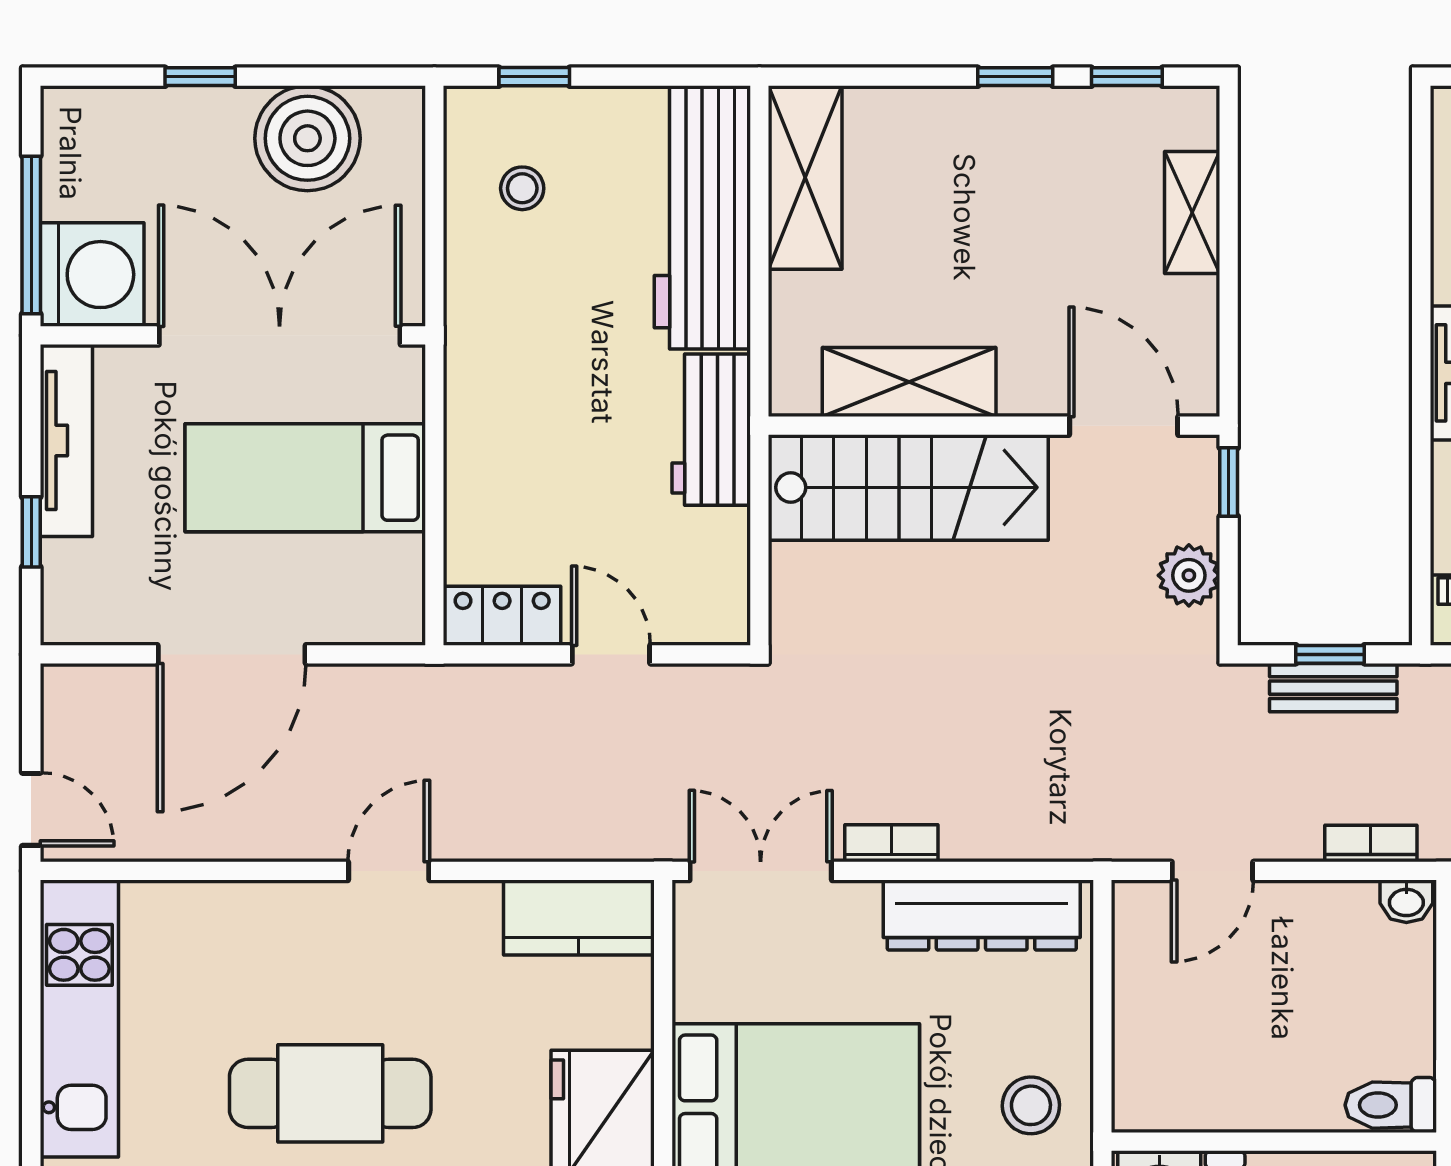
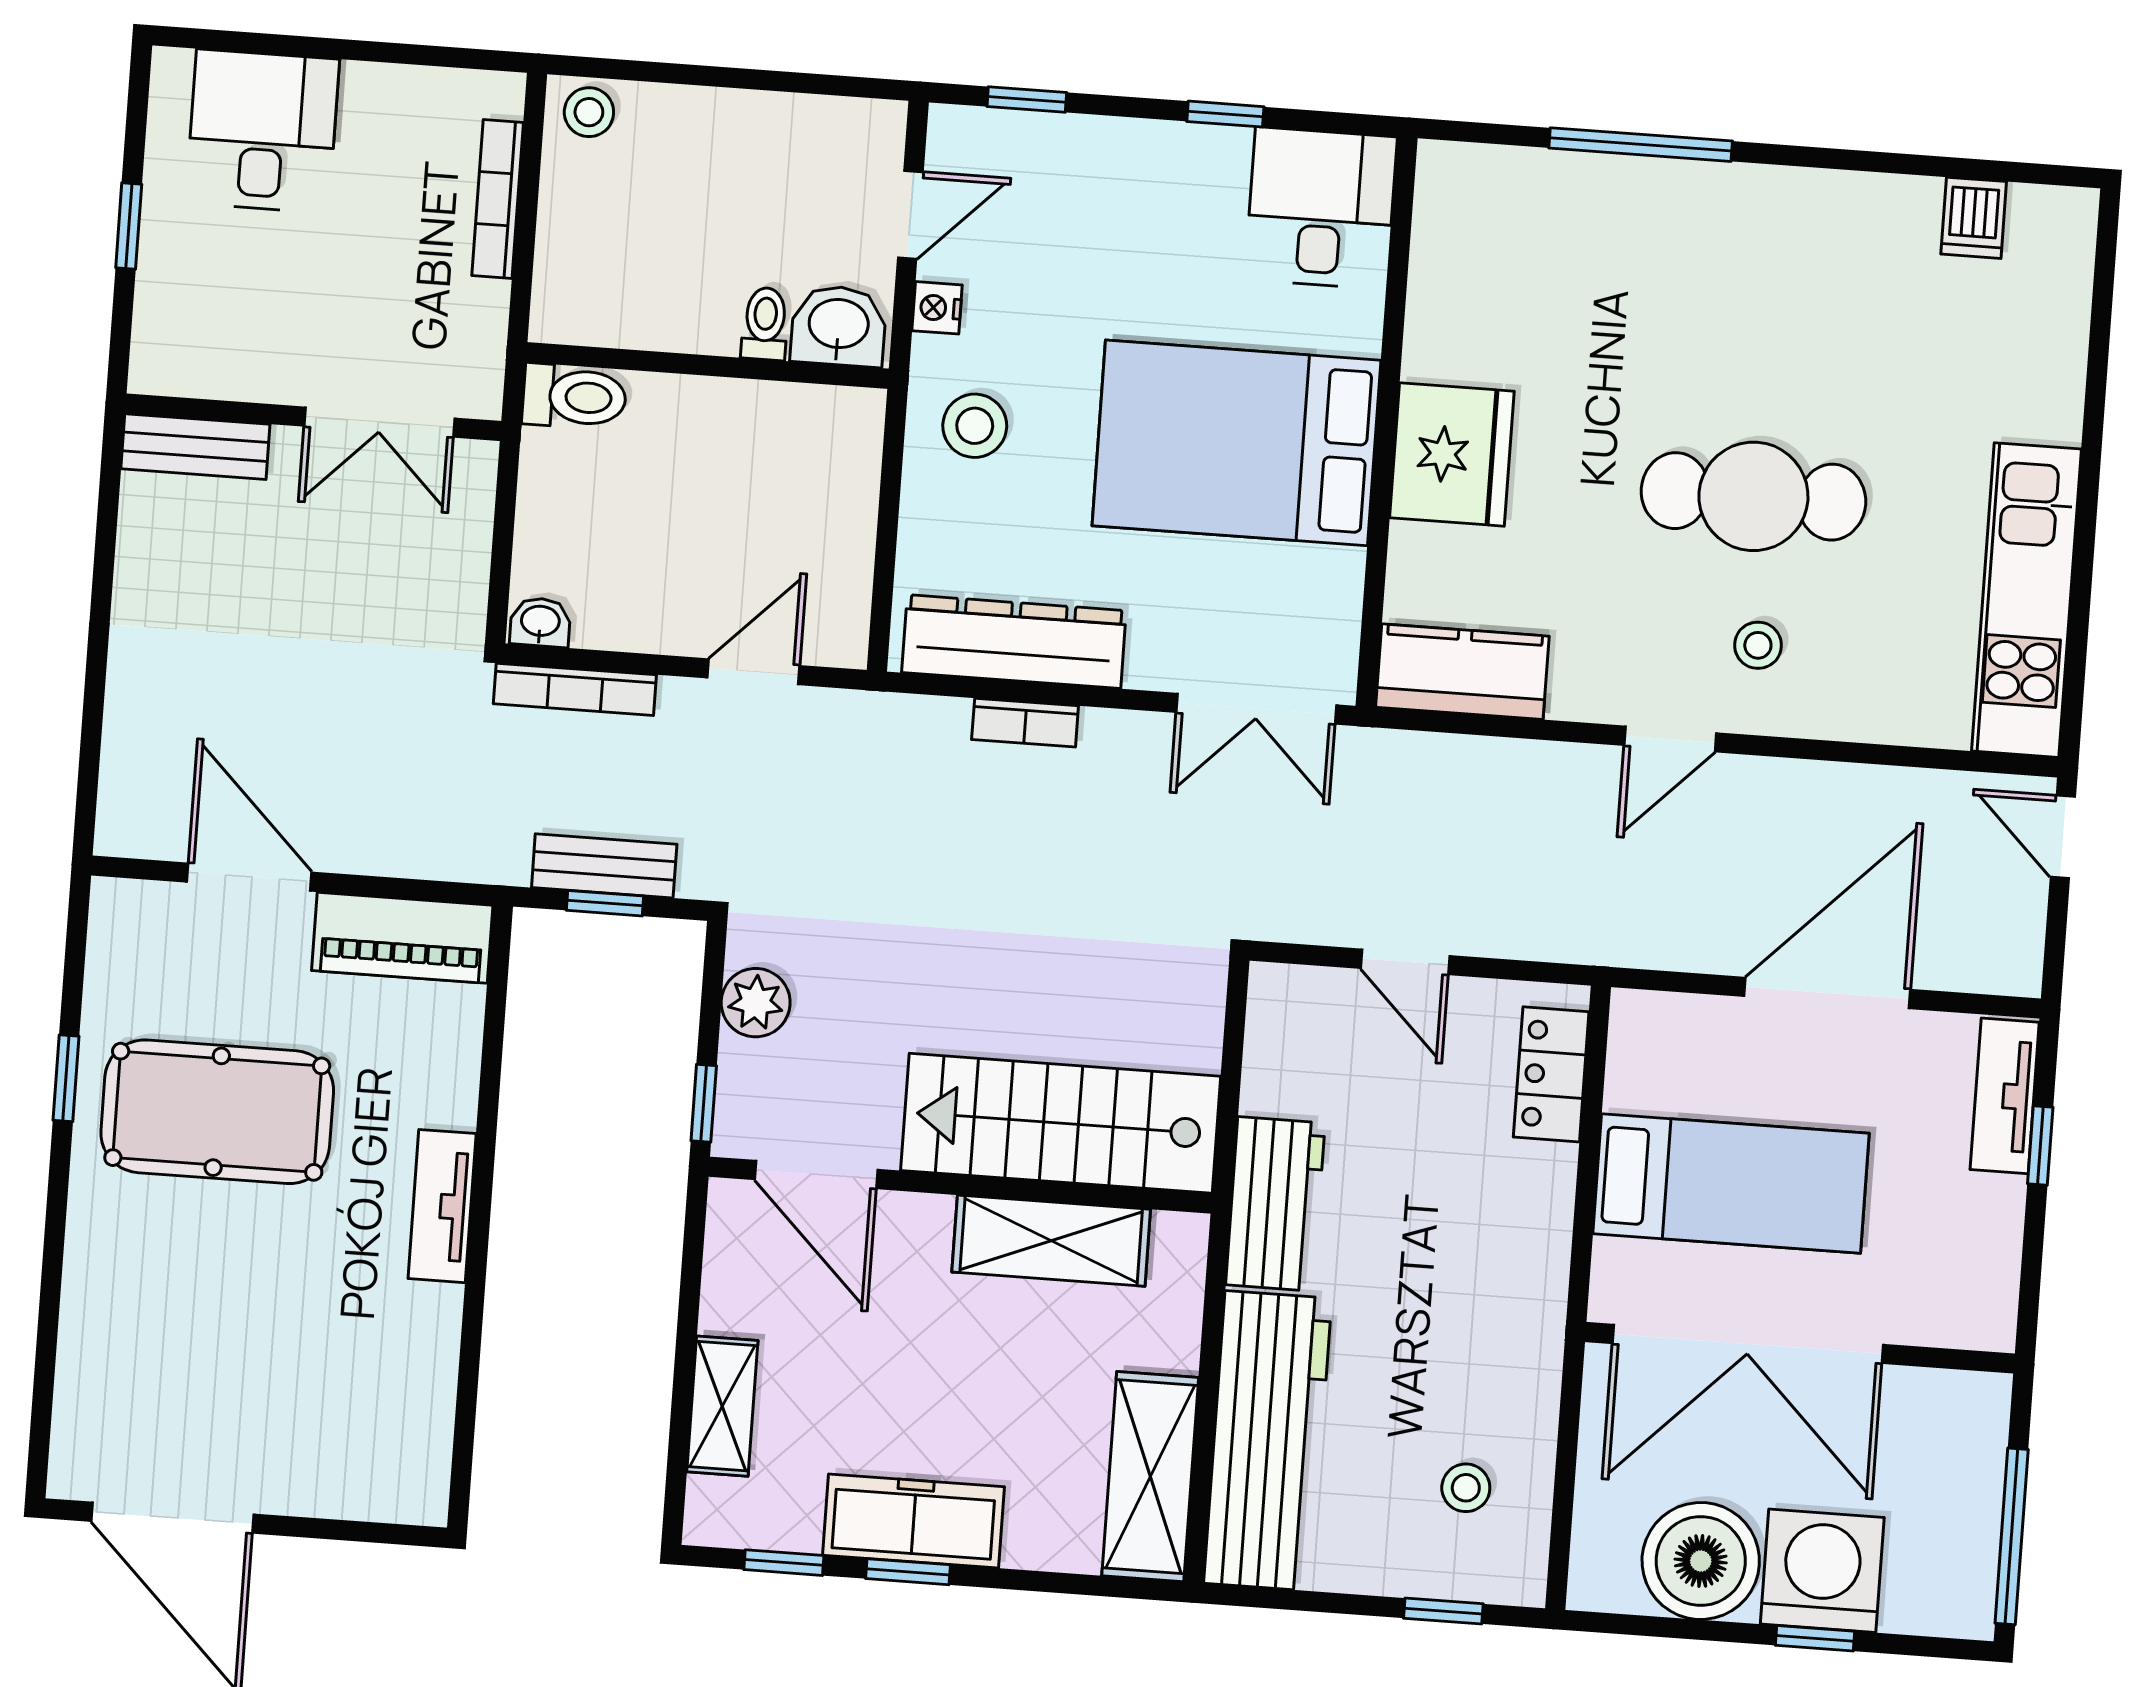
freezer: (1014, 122) -> (913, 1521), added
window: (31, 235) -> (2012, 1536), moved
washing machine: (92, 275) -> (1822, 1571), moved, turned 90
tv unit: (66, 441) -> (2005, 1096), moved, width x0.71
locker: (502, 616) -> (1551, 1074), moved, turned 90
bookcase: (891, 843) -> (1025, 723), moved
bookcase: (1371, 844) -> (575, 689), width x1.56
stool: (316, 961) -> (1758, 645), added

